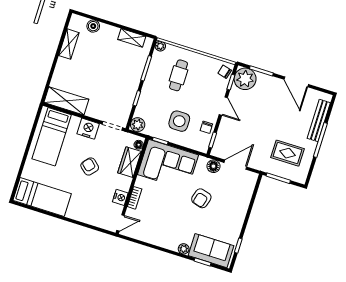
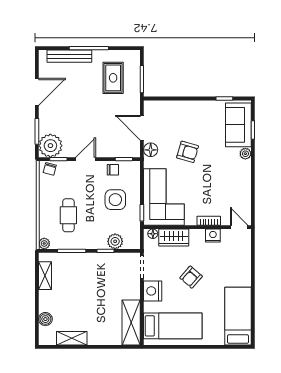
cafe table: (178, 75) -> (68, 215), turned 90
plant: (138, 125) -> (115, 241), moved

